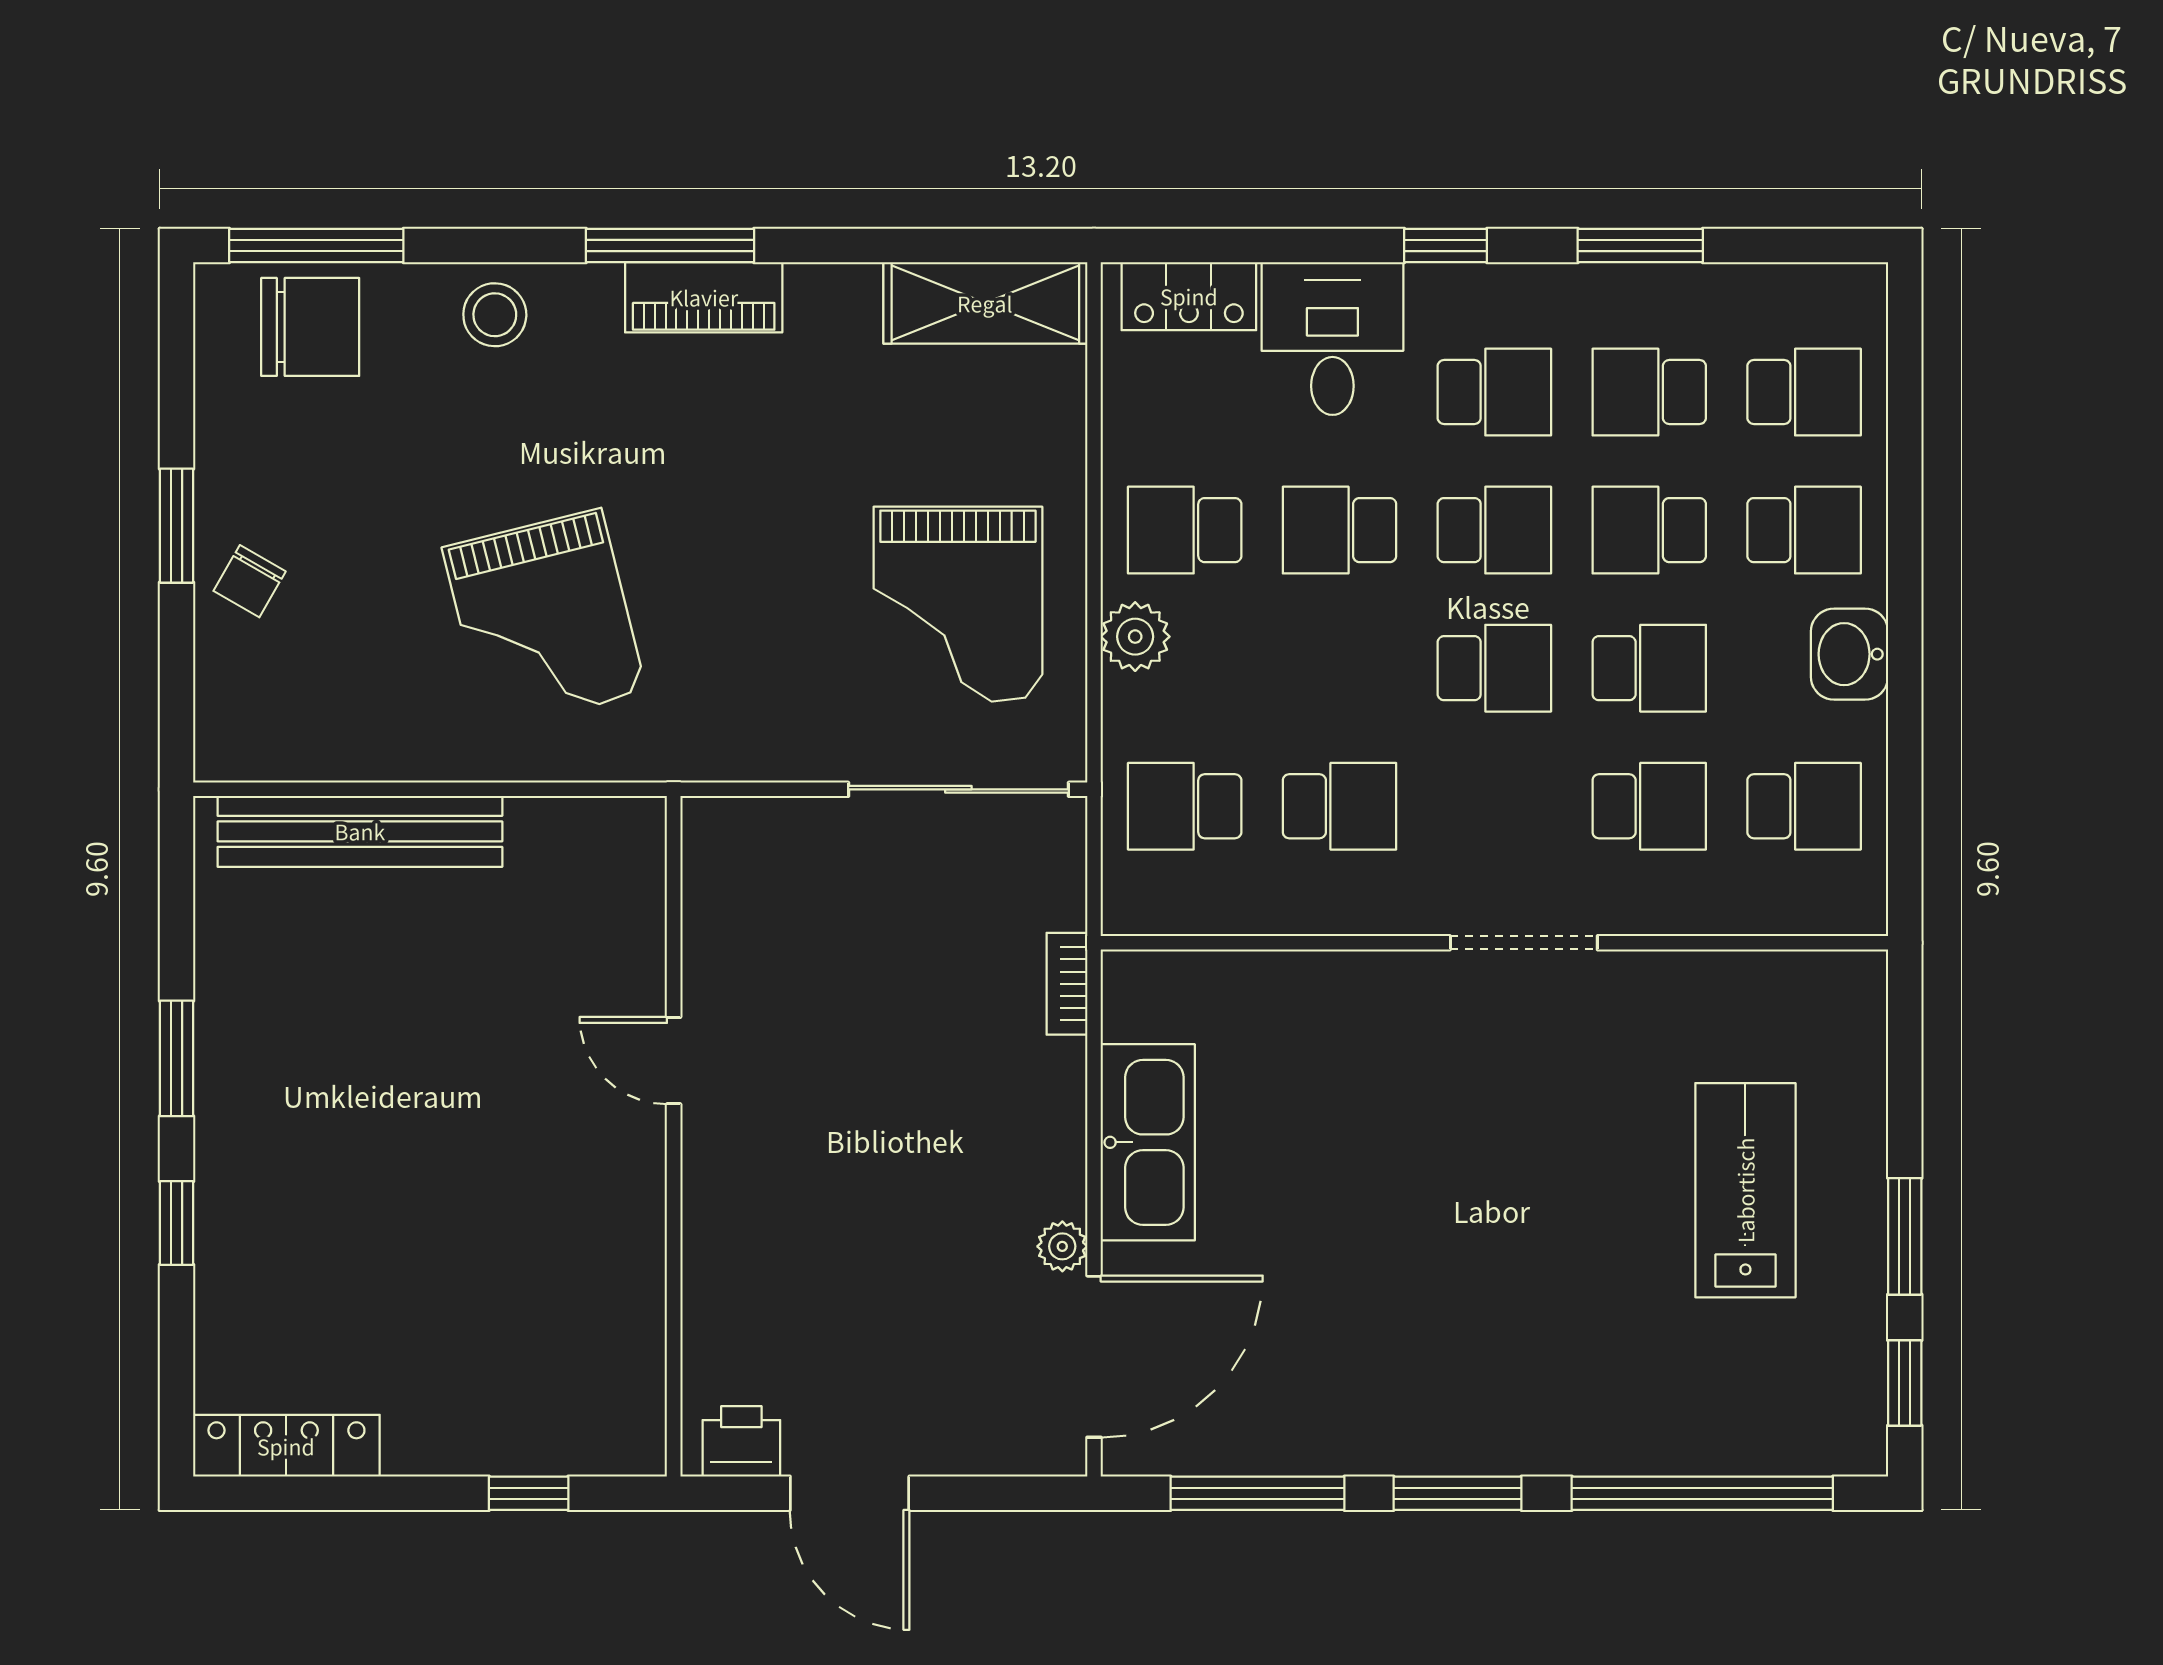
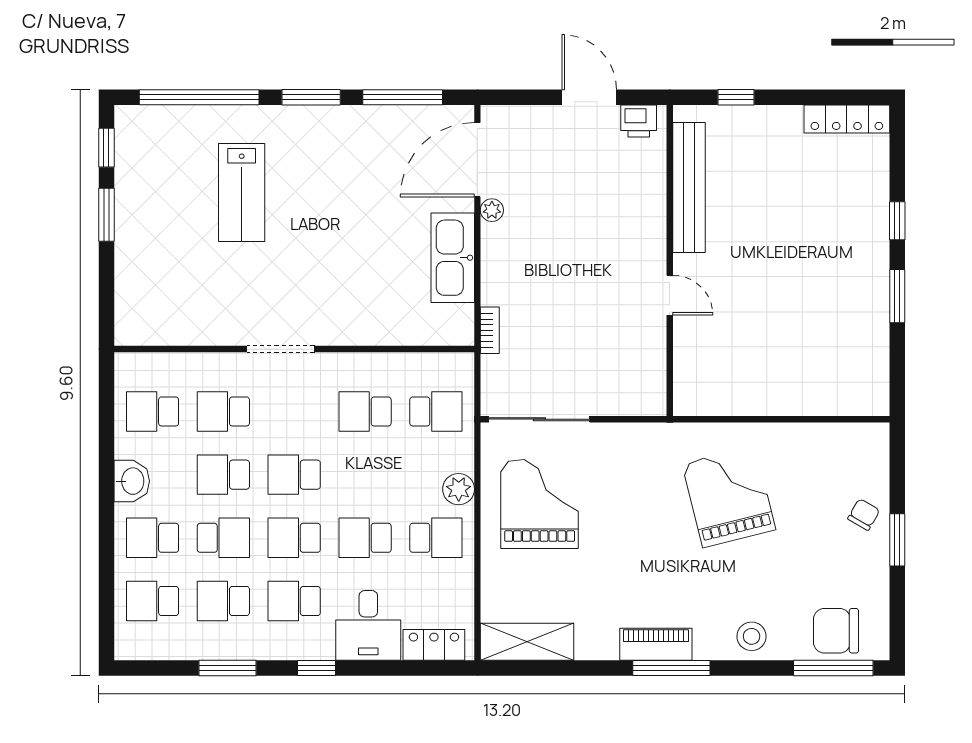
school desk: (1649, 392) -> (223, 601), turned 180
school desk: (1339, 530) -> (365, 538), turned 180
bench: (360, 831) -> (689, 188), moved, turned 90
lab bench: (1745, 1190) -> (242, 193), moved

